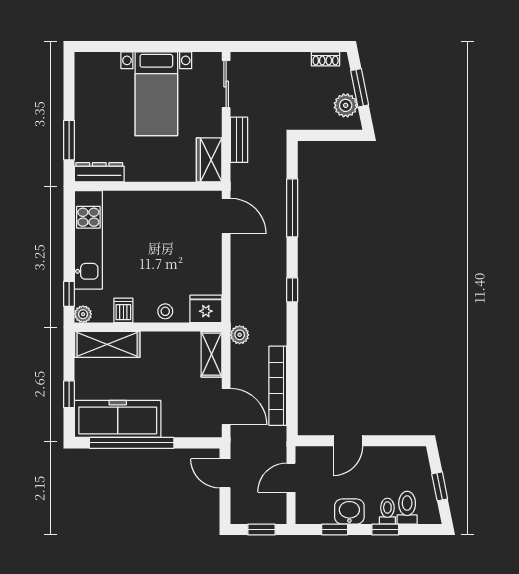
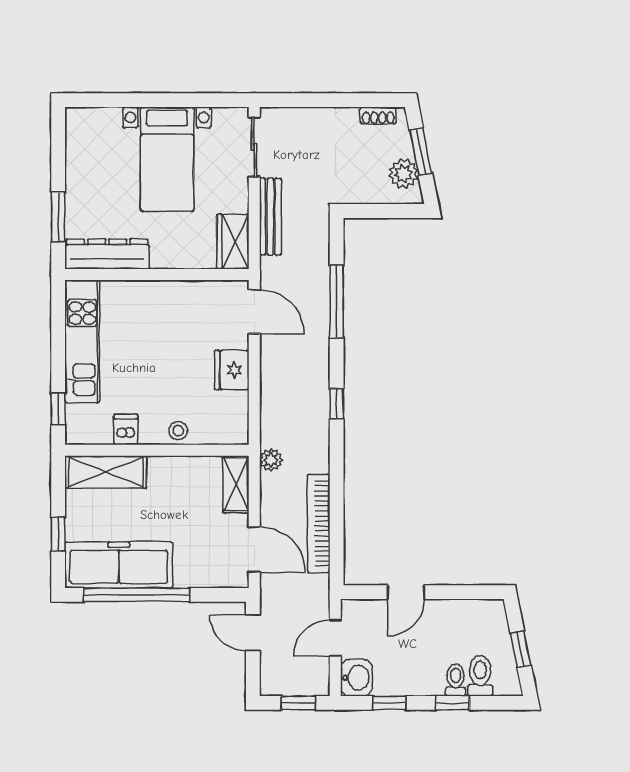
bench: (239, 140) -> (270, 217), width x1.36
dresser: (99, 172) -> (107, 254), width x1.37, depth x1.24
fridge: (206, 309) -> (232, 370), moved, turned -90
plant: (83, 314) -> (76, 434), removed
washbasin: (349, 512) -> (356, 678), moved, turned 90

